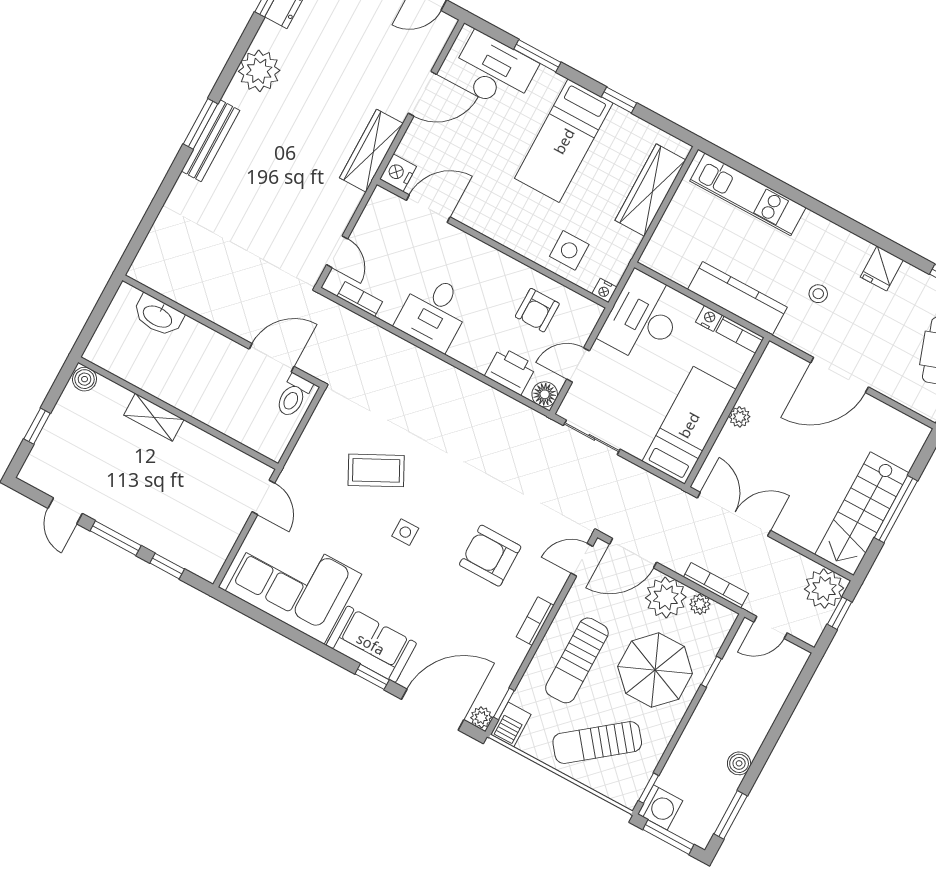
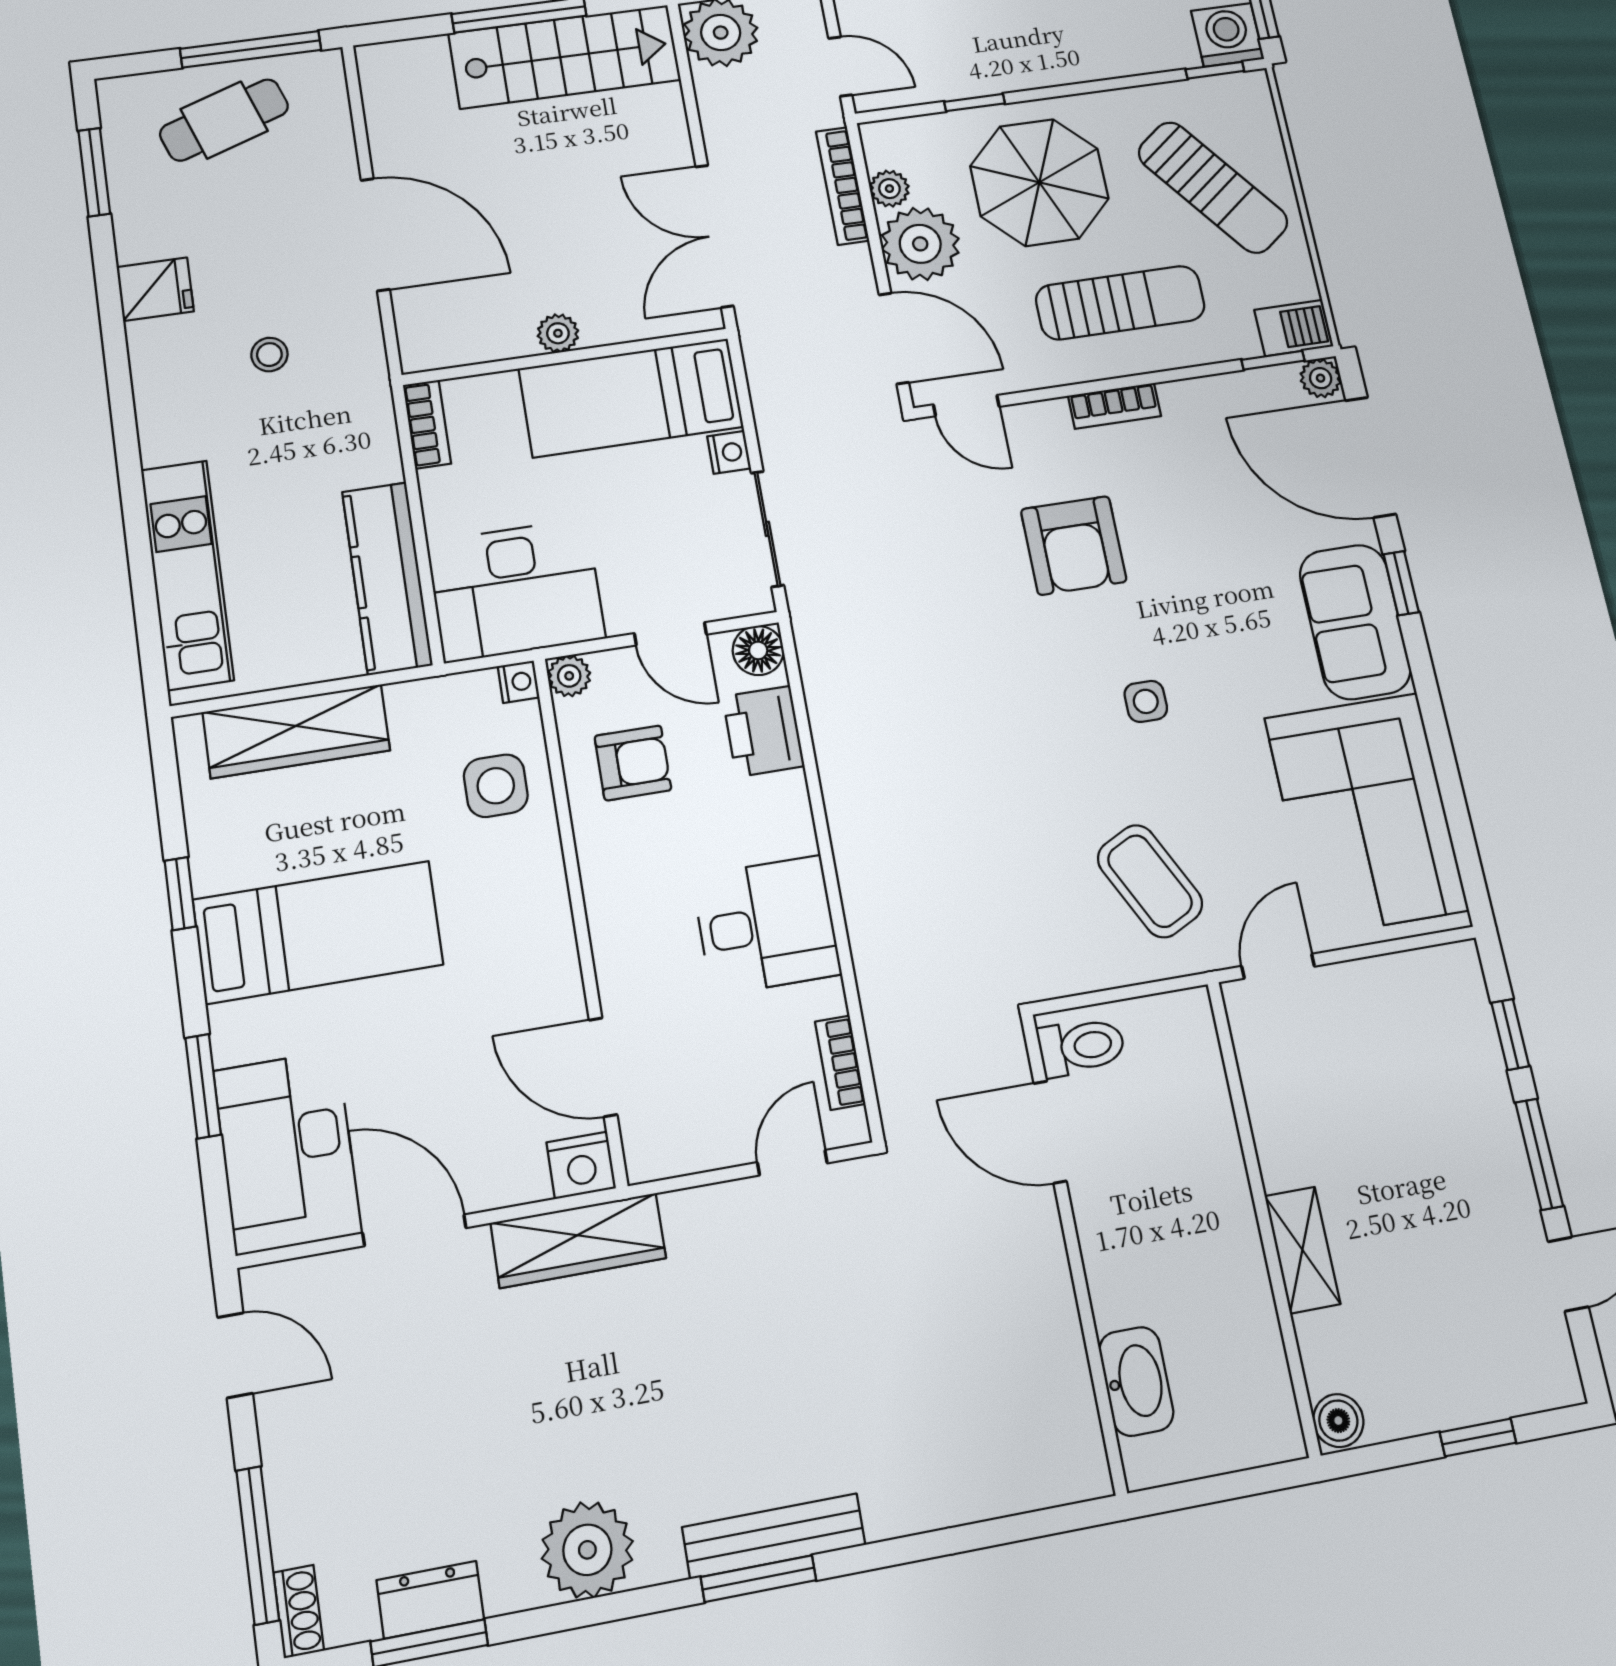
kitchen counter: (737, 298) -> (387, 578), moved
plant: (592, 312) -> (569, 676), added
nightstand: (709, 318) -> (729, 452), moved, turned 180
coffee table: (376, 470) -> (1150, 881), moved

